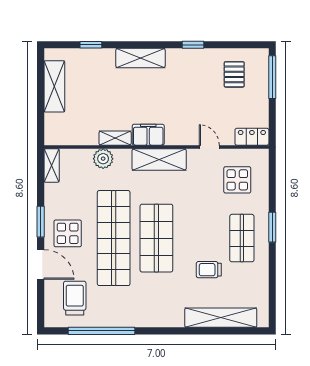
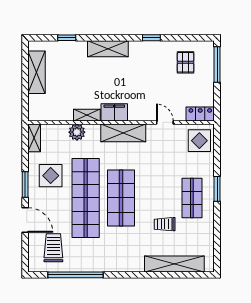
display table: (237, 180) -> (199, 141), moved
display table: (68, 233) -> (51, 176), moved

